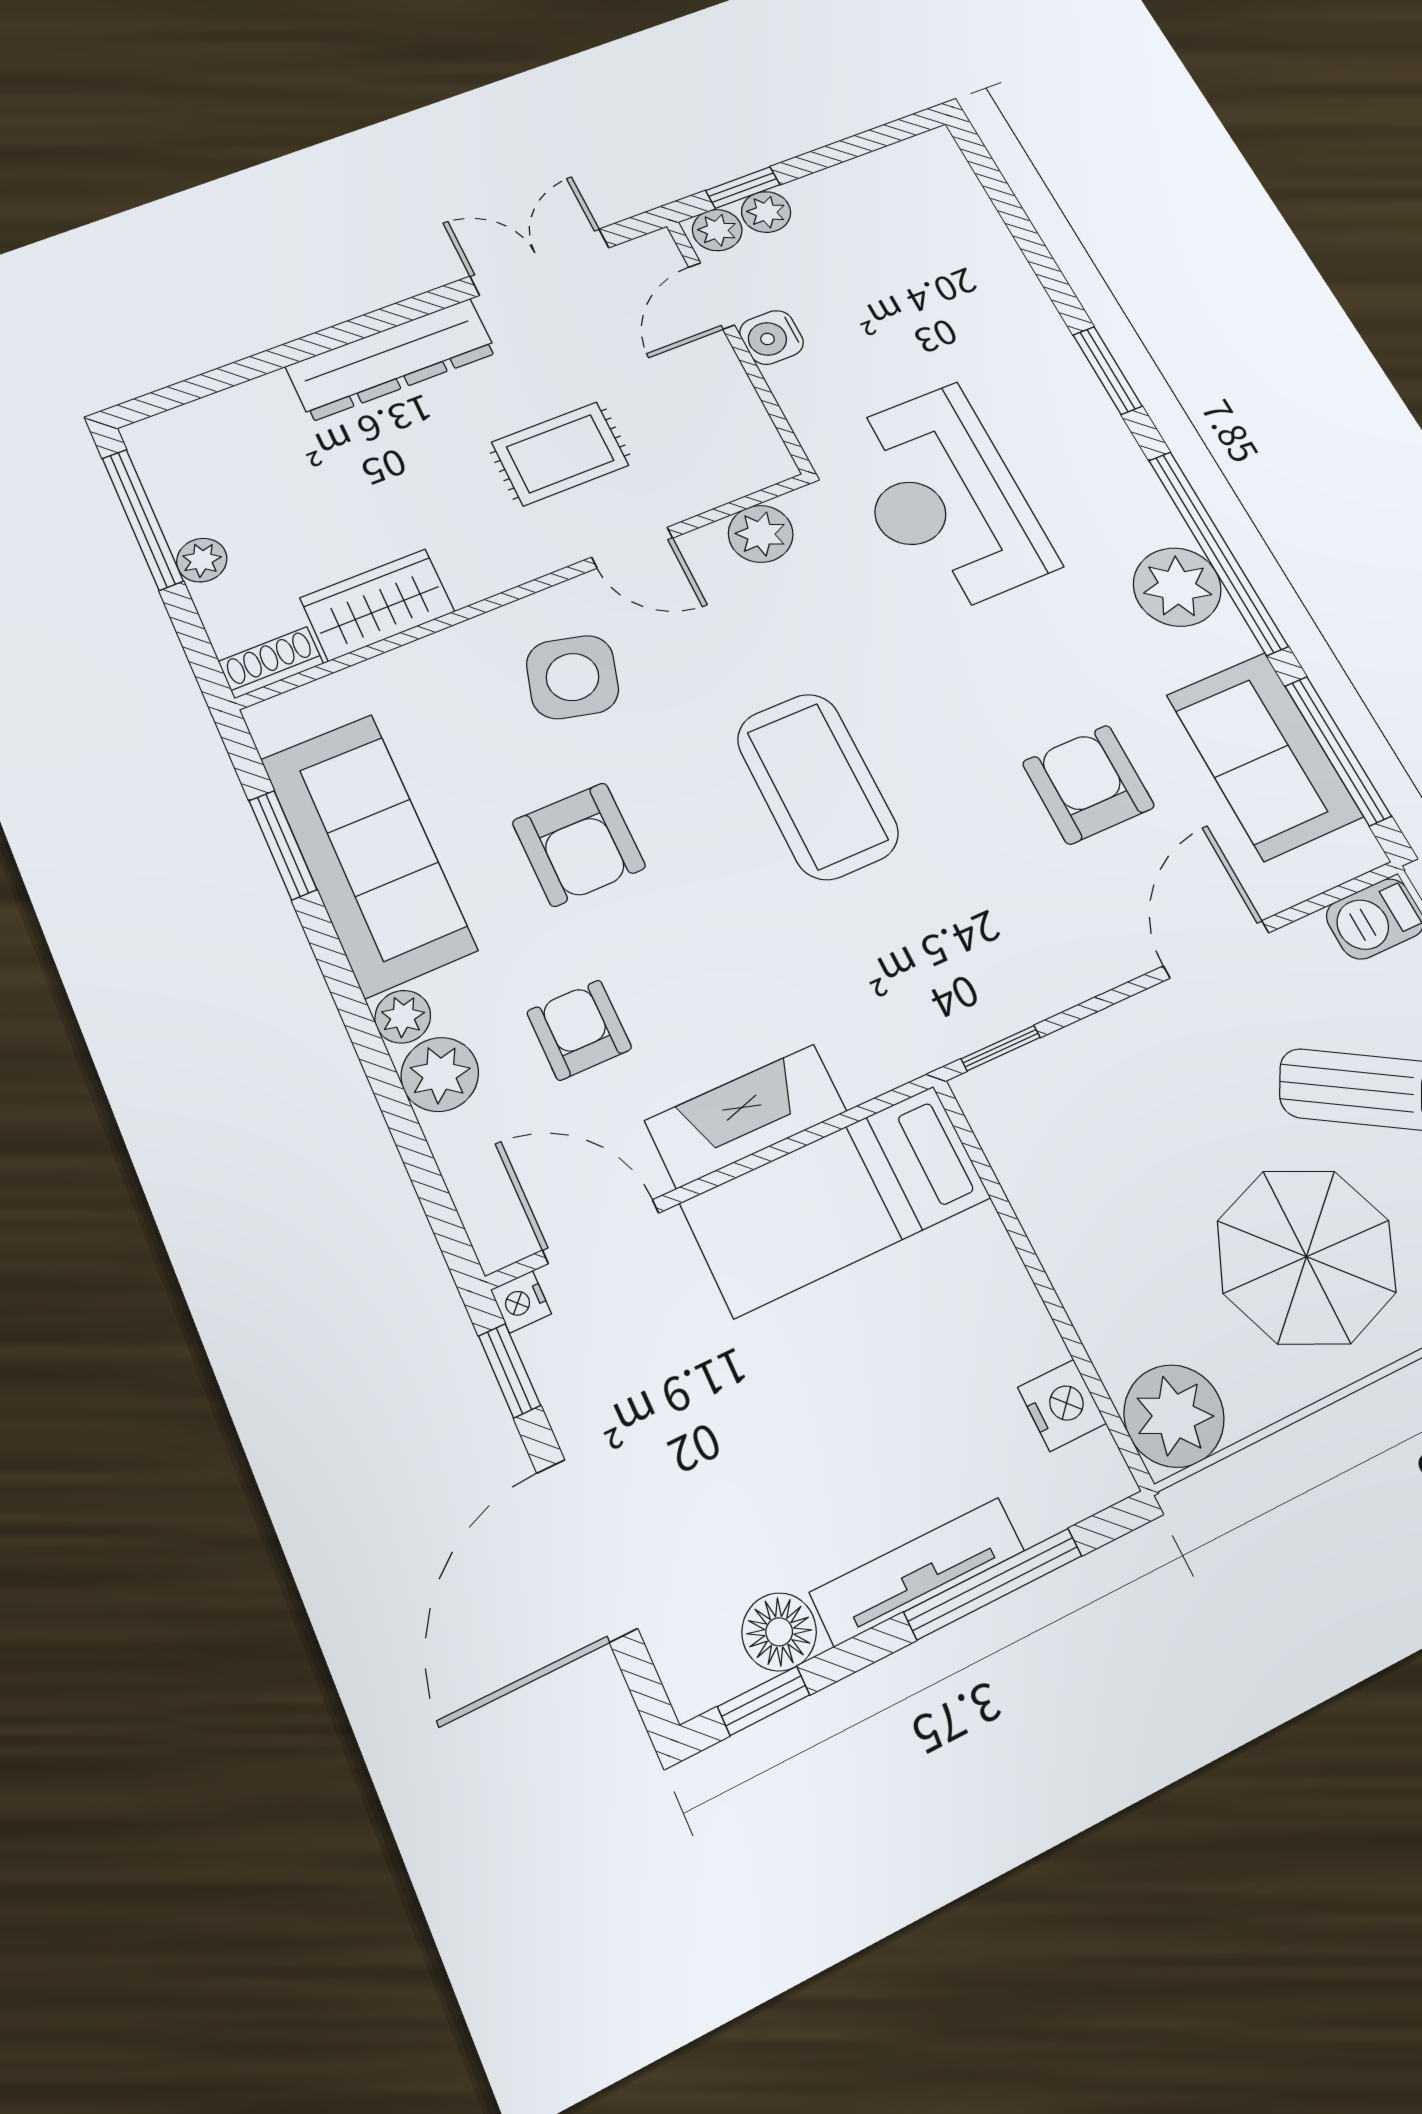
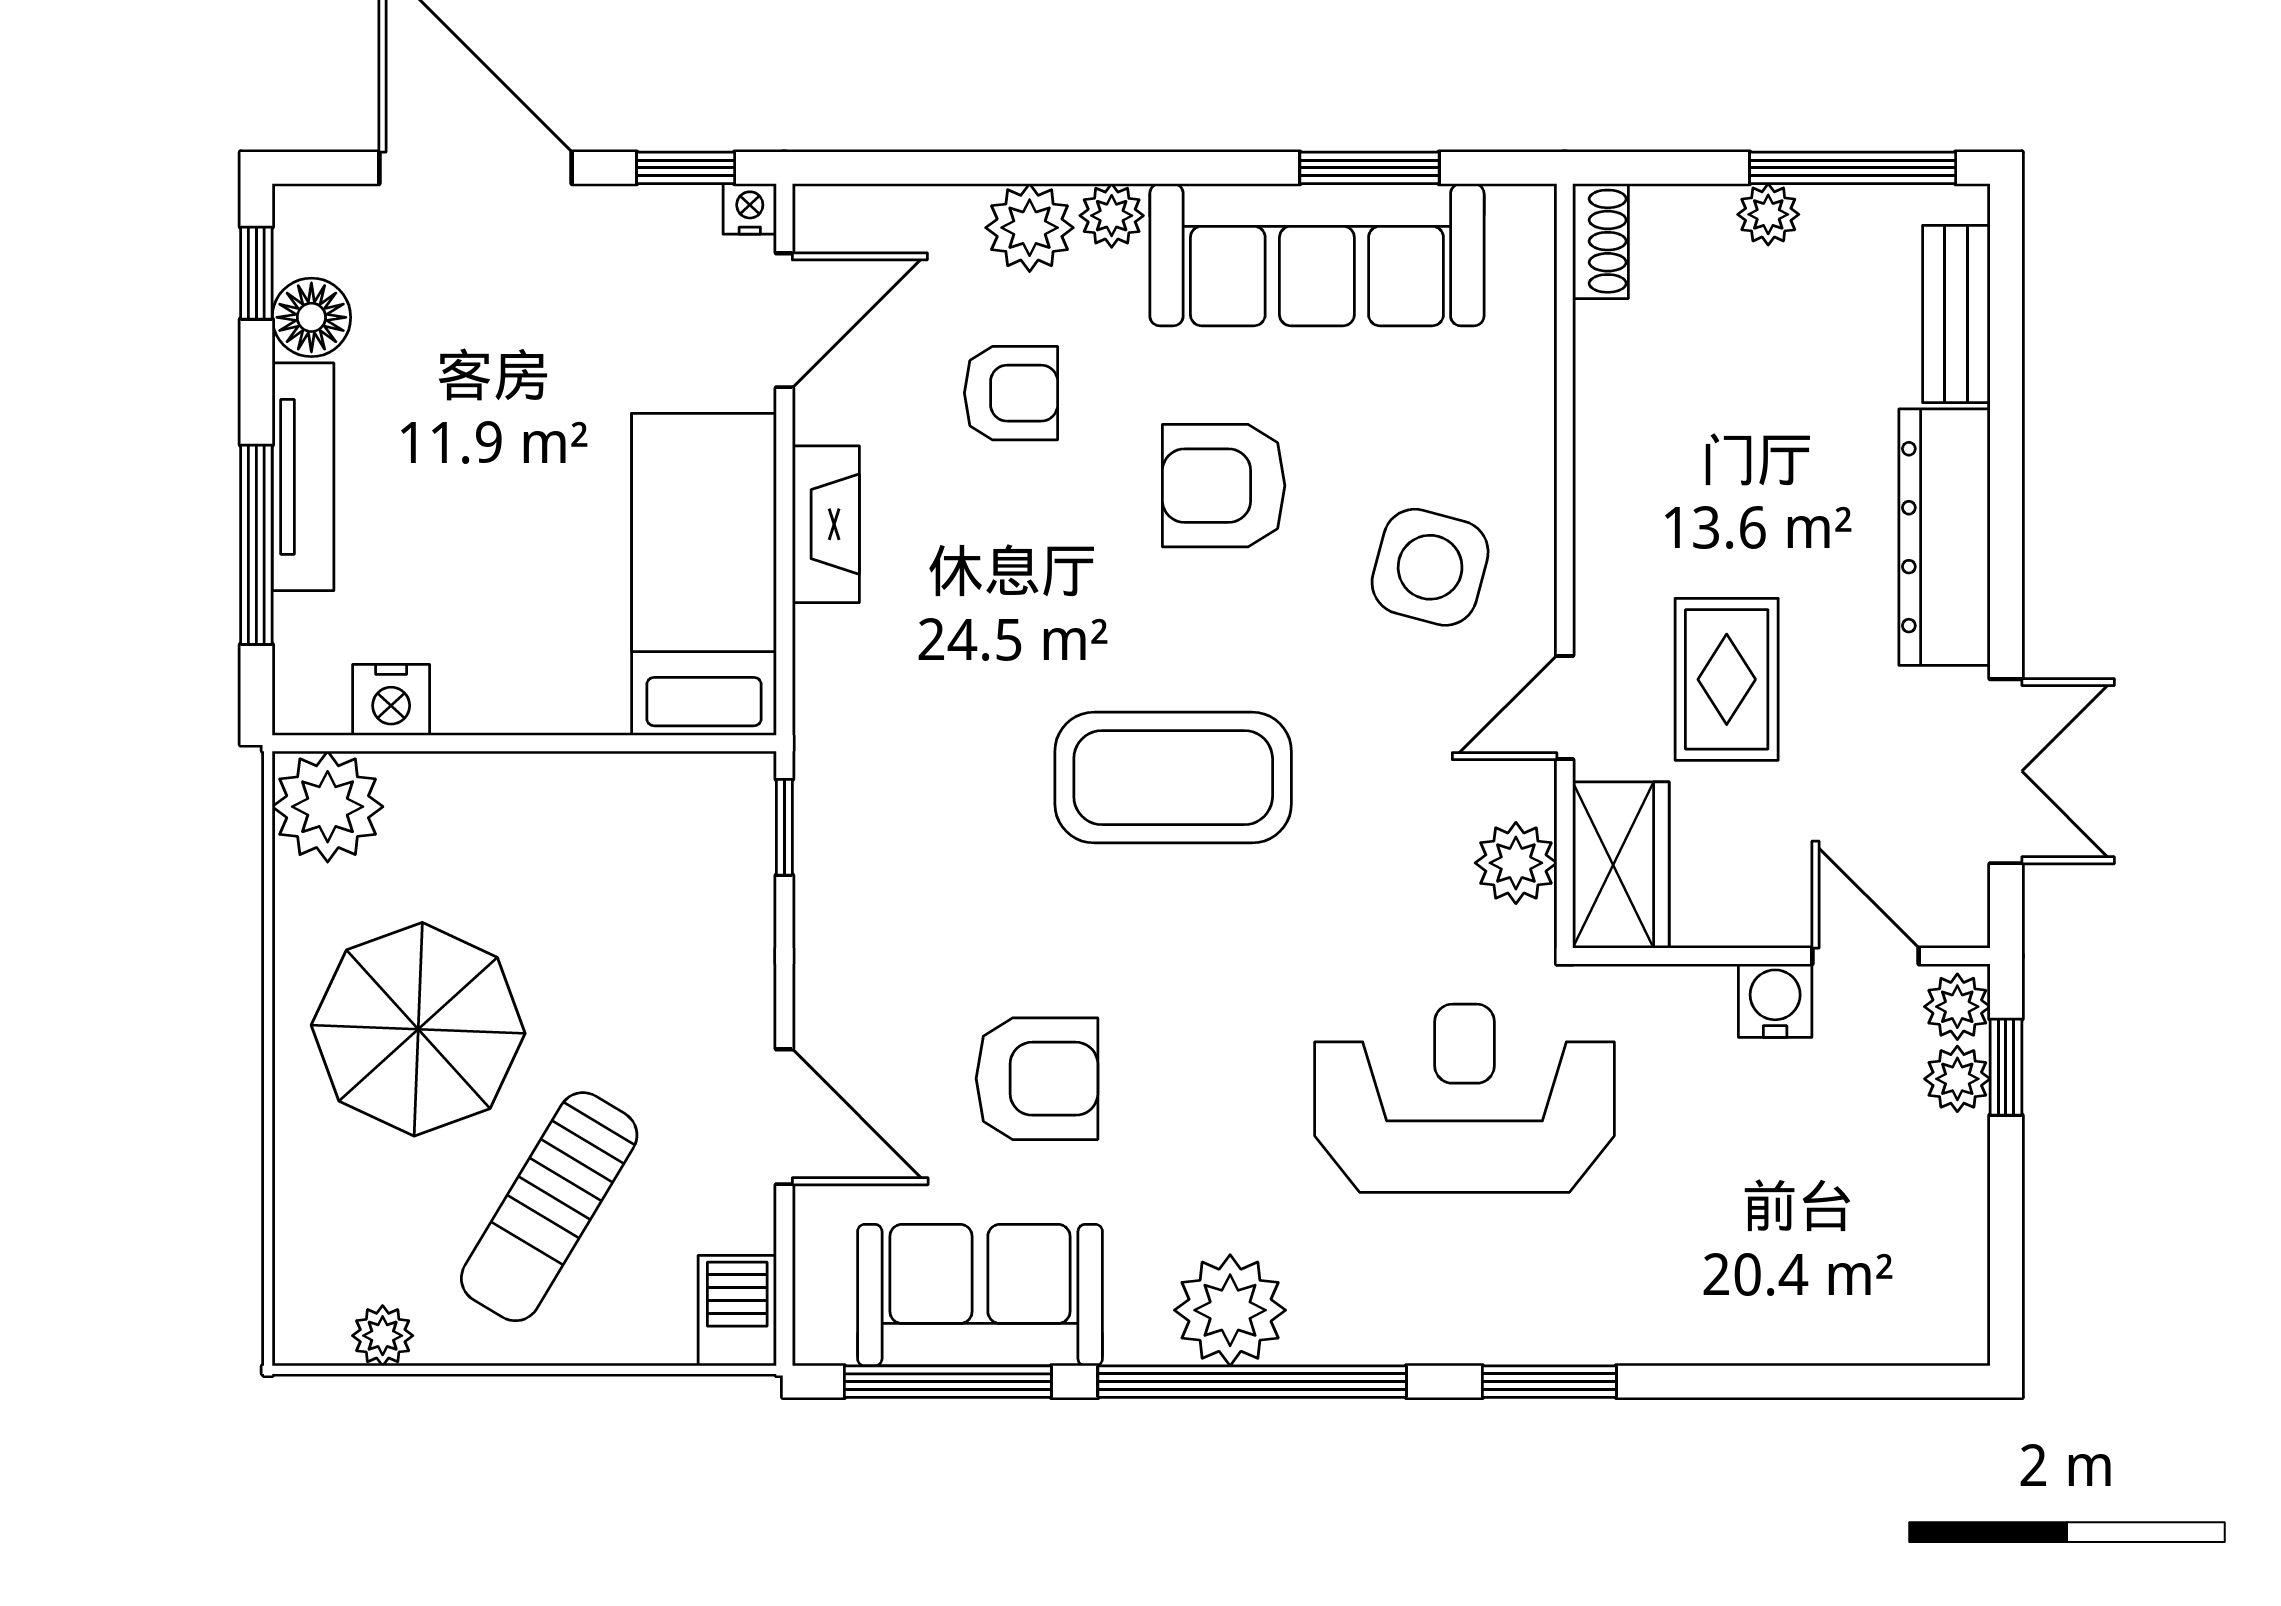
bench: (224, 413) -> (1956, 314), added
wardrobe: (377, 605) -> (1621, 865), moved
fireplace: (746, 1116) -> (826, 524), width x0.73, depth x0.76

